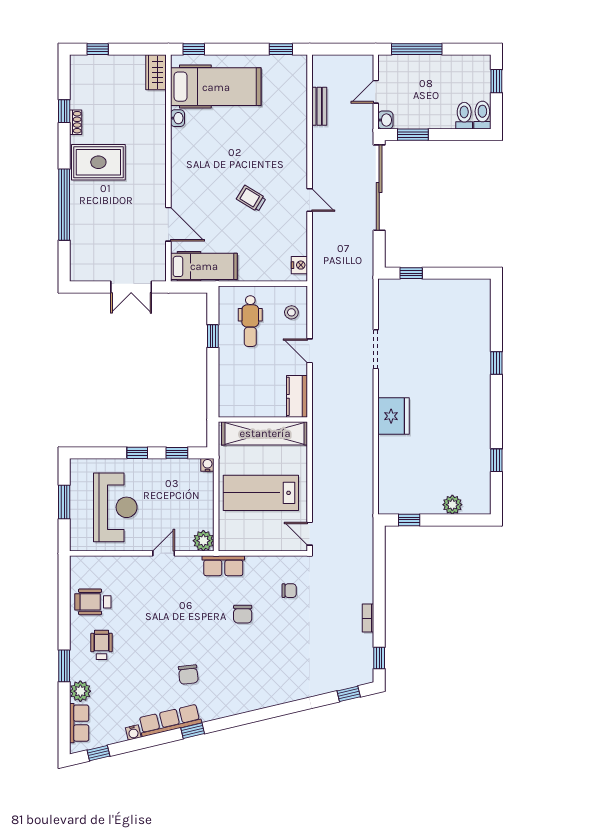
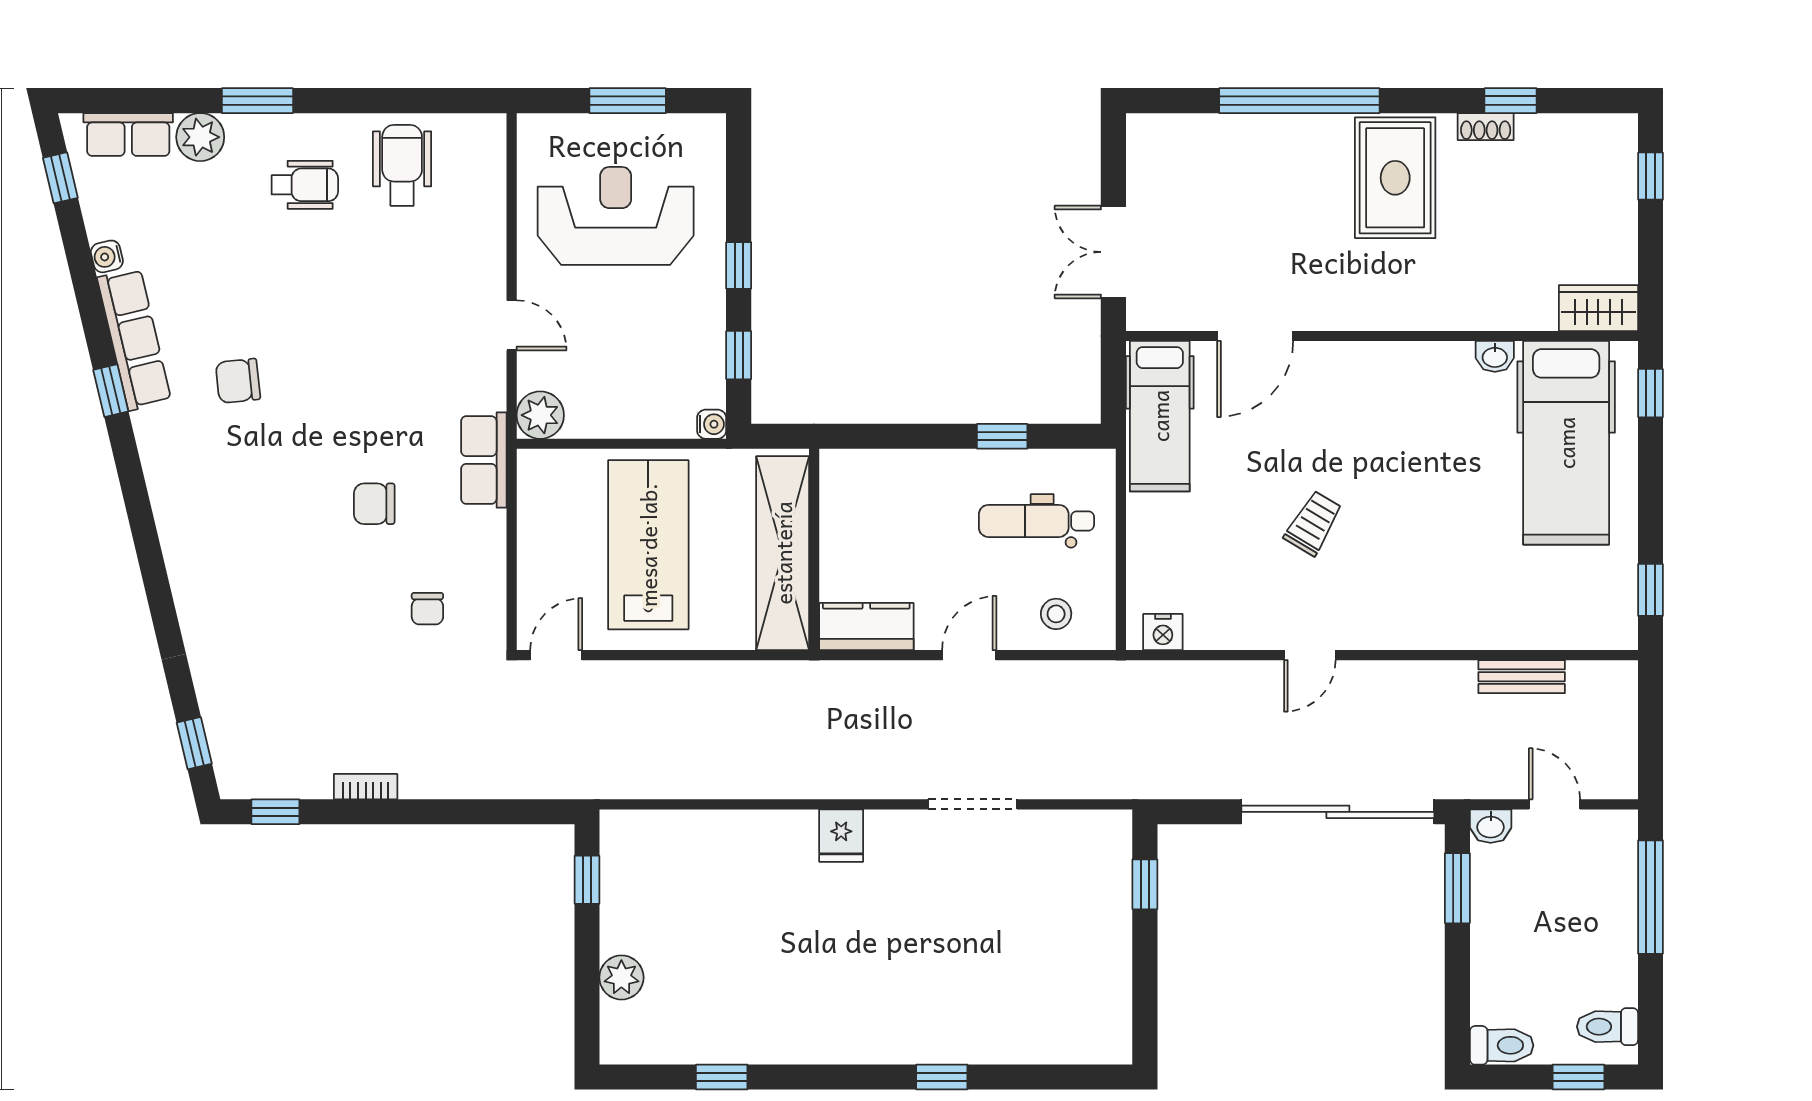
toilet: (464, 116) -> (1607, 1027), moved, turned 180
fridge: (393, 416) -> (841, 836), width x0.53, depth x0.75
reception desk: (115, 507) -> (616, 216), turned 180

